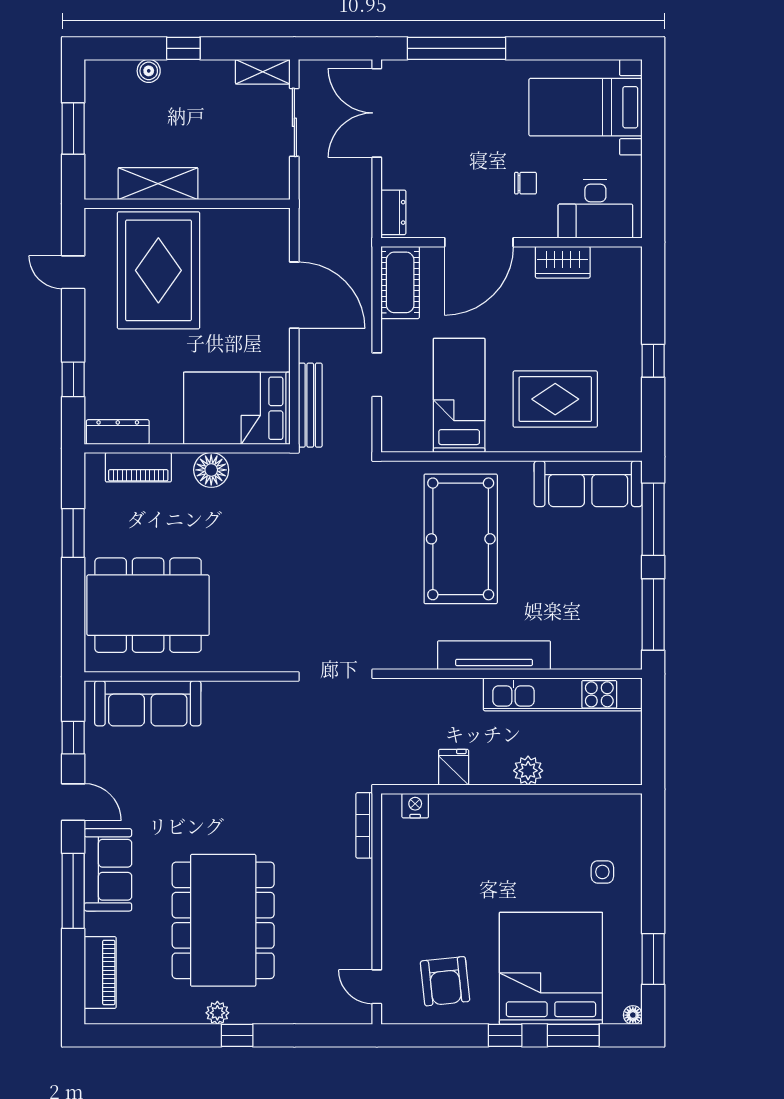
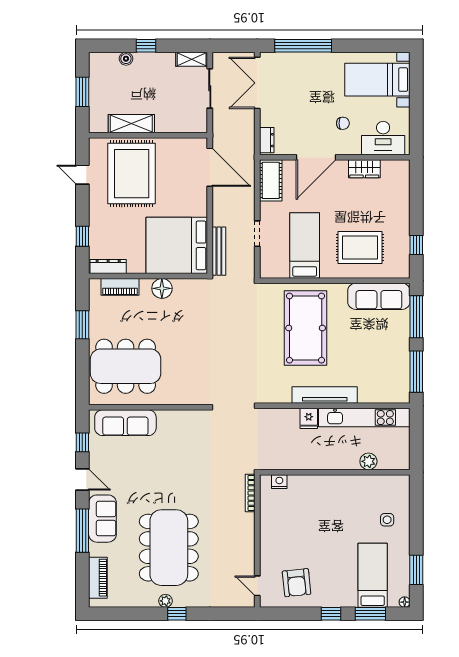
door: (294, 295) -> (210, 167), moved
window: (653, 361) -> (416, 245), moved
bed: (237, 408) -> (177, 245), width x1.36
fridge: (454, 767) -> (309, 418), moved, turned 180
plant: (528, 771) -> (368, 461), moved
bed: (551, 968) -> (373, 575), width x0.49

